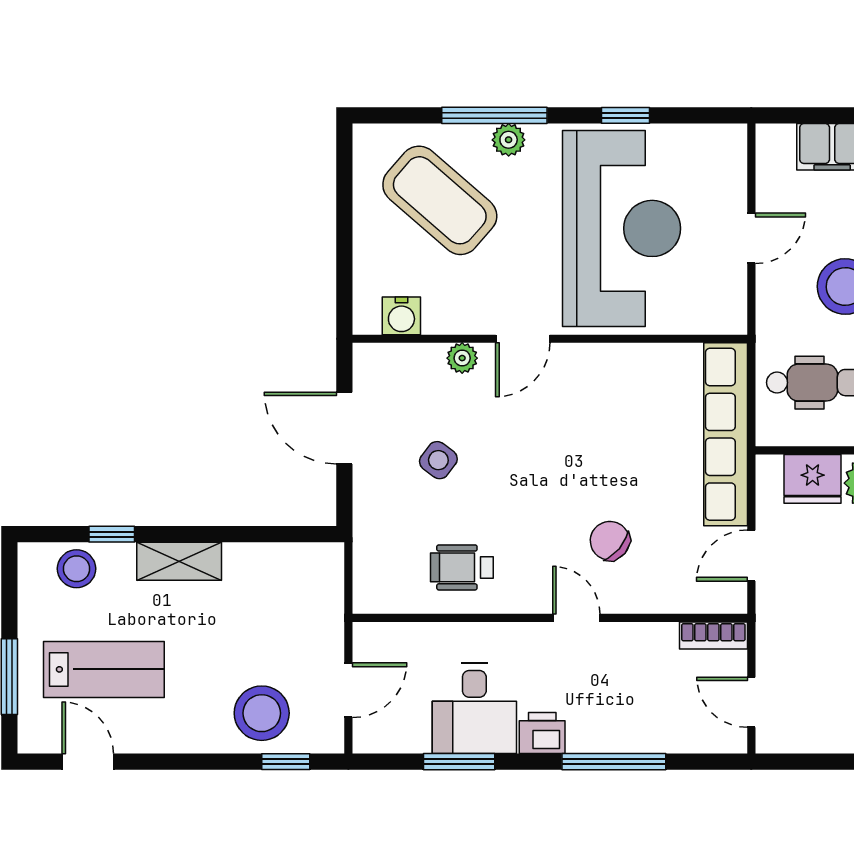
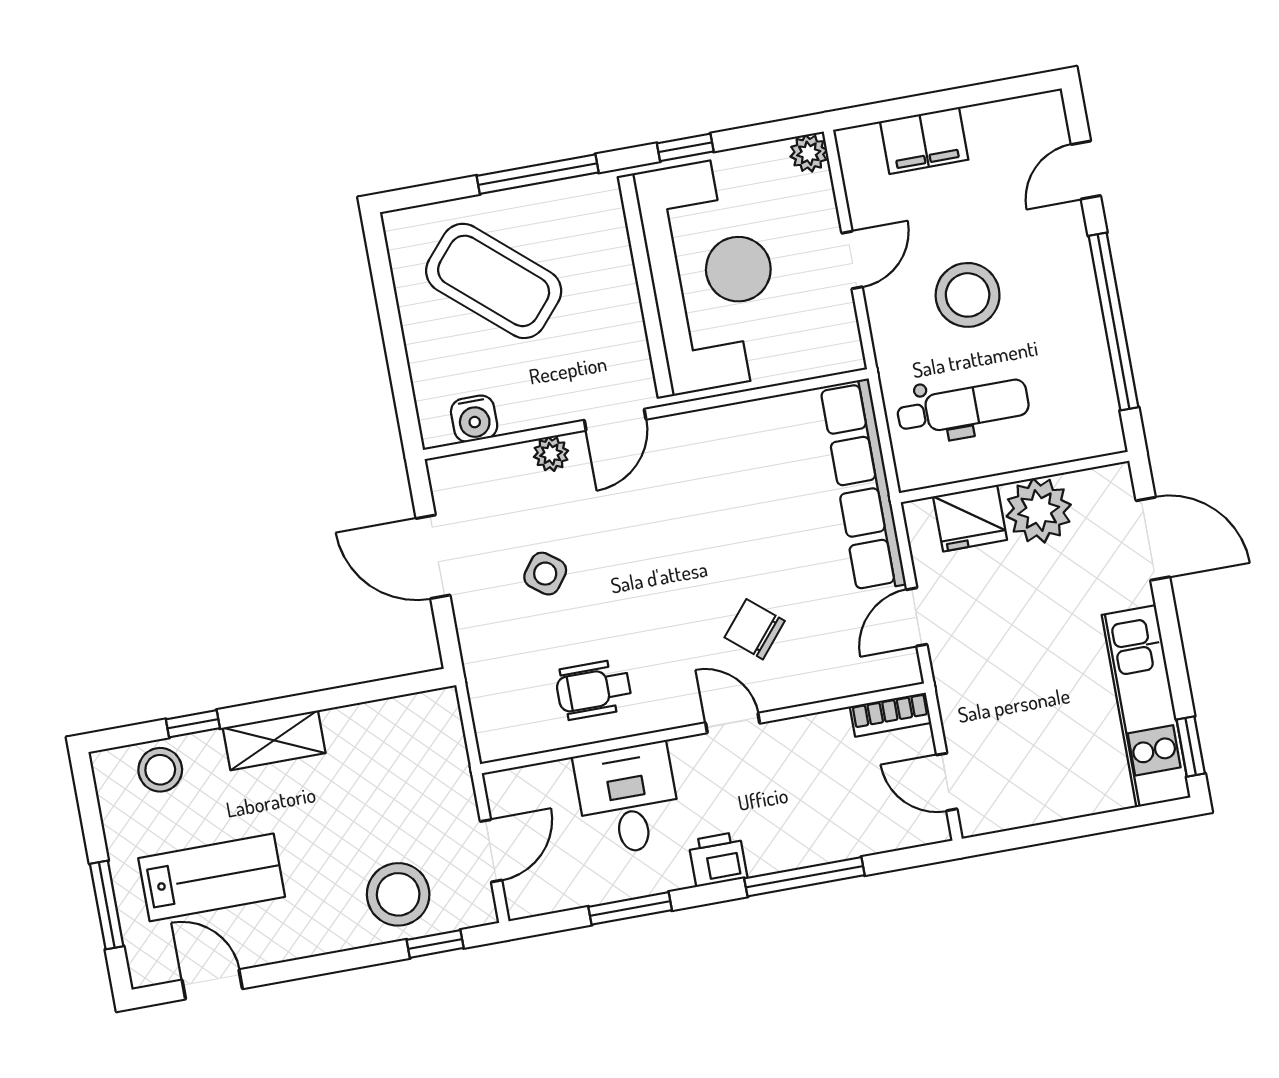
plant: (509, 140) -> (809, 153), moved
desk: (474, 708) -> (628, 799), moved, turned 180

